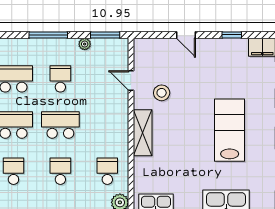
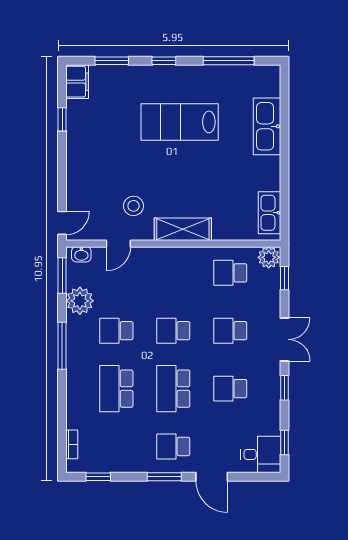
door: (186, 35) -> (62, 223), moved
plant: (85, 44) -> (80, 301), width x1.87, depth x1.87
washbasin: (122, 51) -> (81, 254), added
school desk: (60, 125) -> (173, 331), width x0.54

